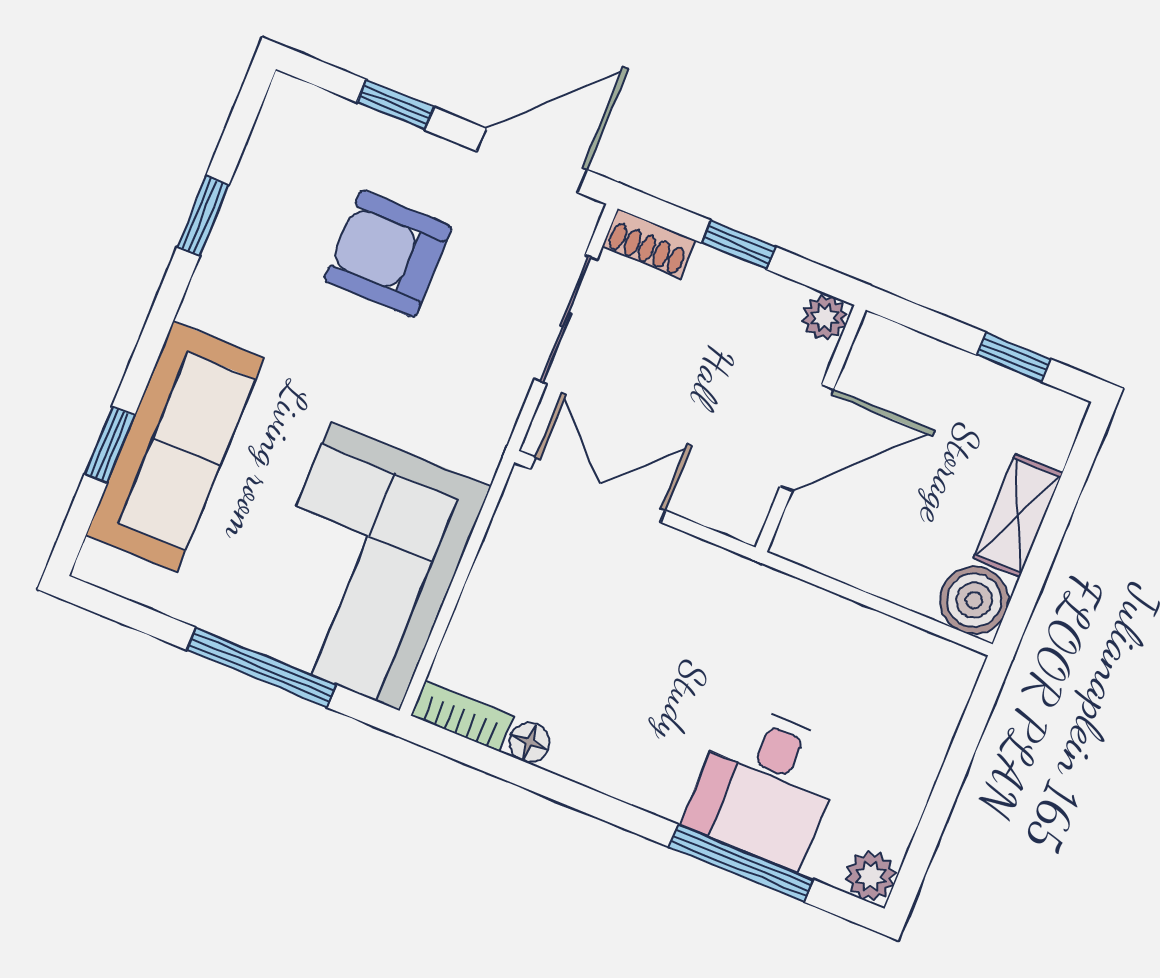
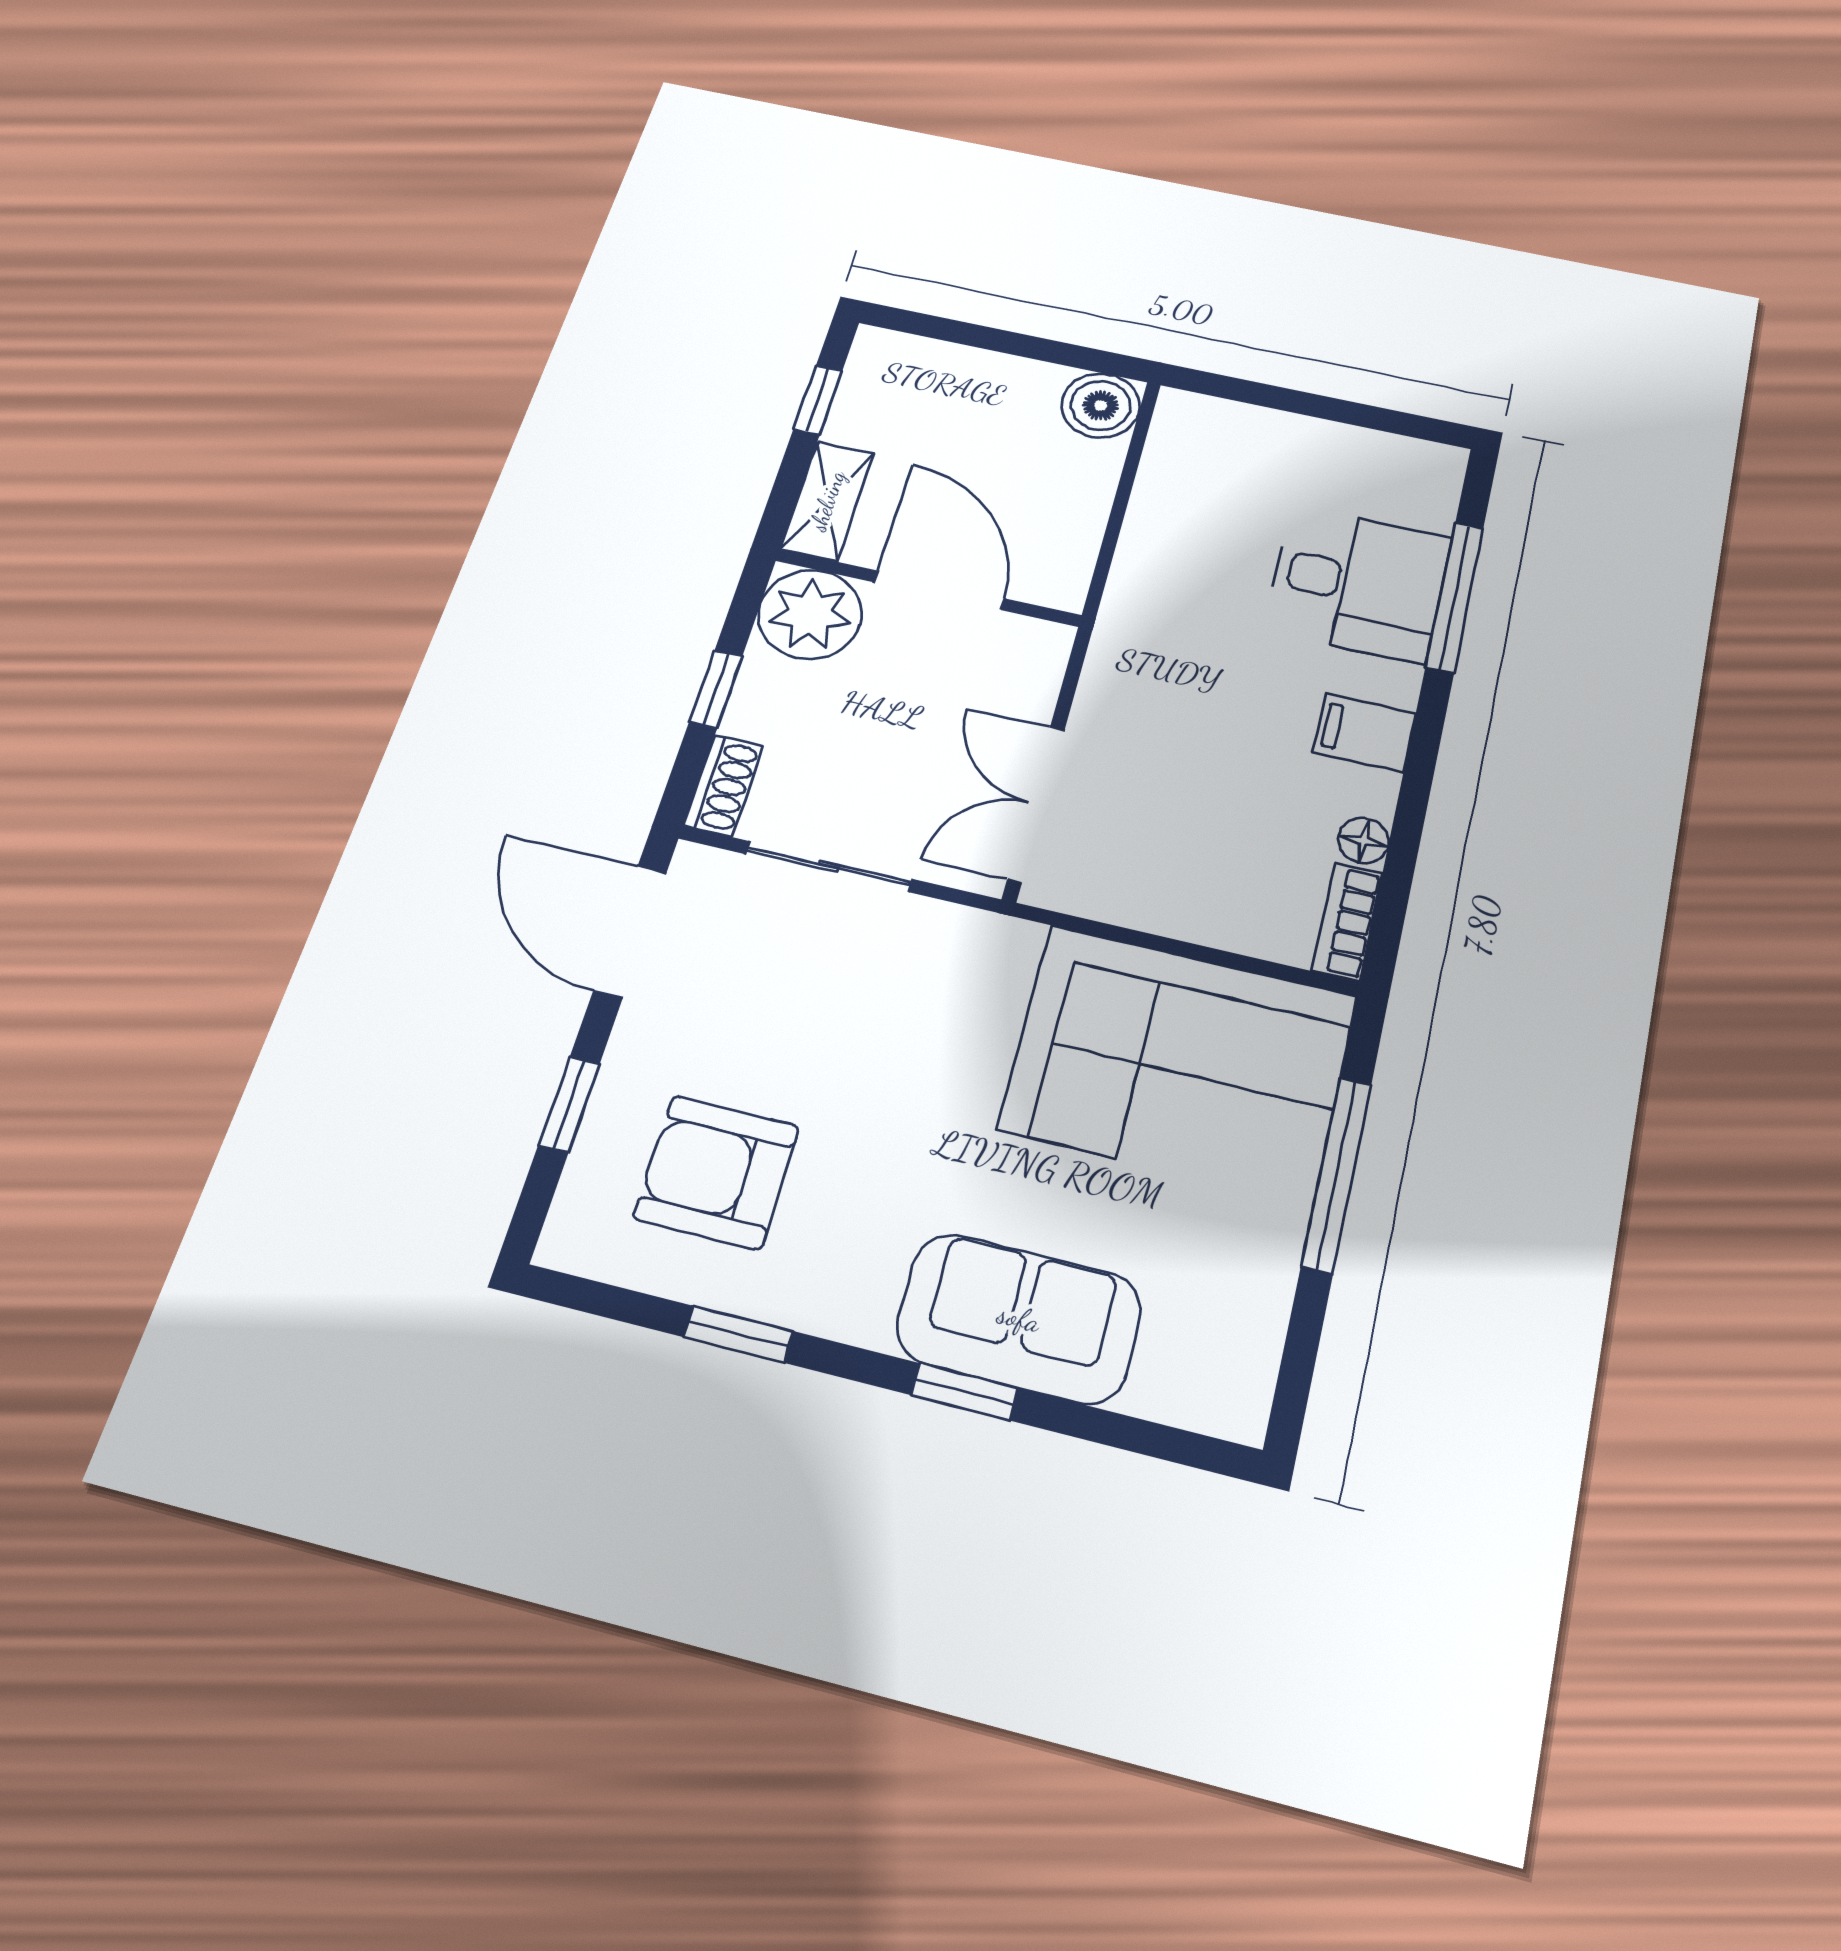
armchair: (388, 254) -> (717, 1172), moved, turned 90
plant: (825, 318) -> (810, 614), width x1.88, depth x1.88
window: (110, 445) -> (964, 1392), moved
sofa: (175, 446) -> (1019, 1318), width x0.73
shelving: (1018, 516) -> (827, 501), moved, turned 90
filing cabinet: (625, 763) -> (1364, 733), added
plant: (871, 876) -> (1437, 467), removed

